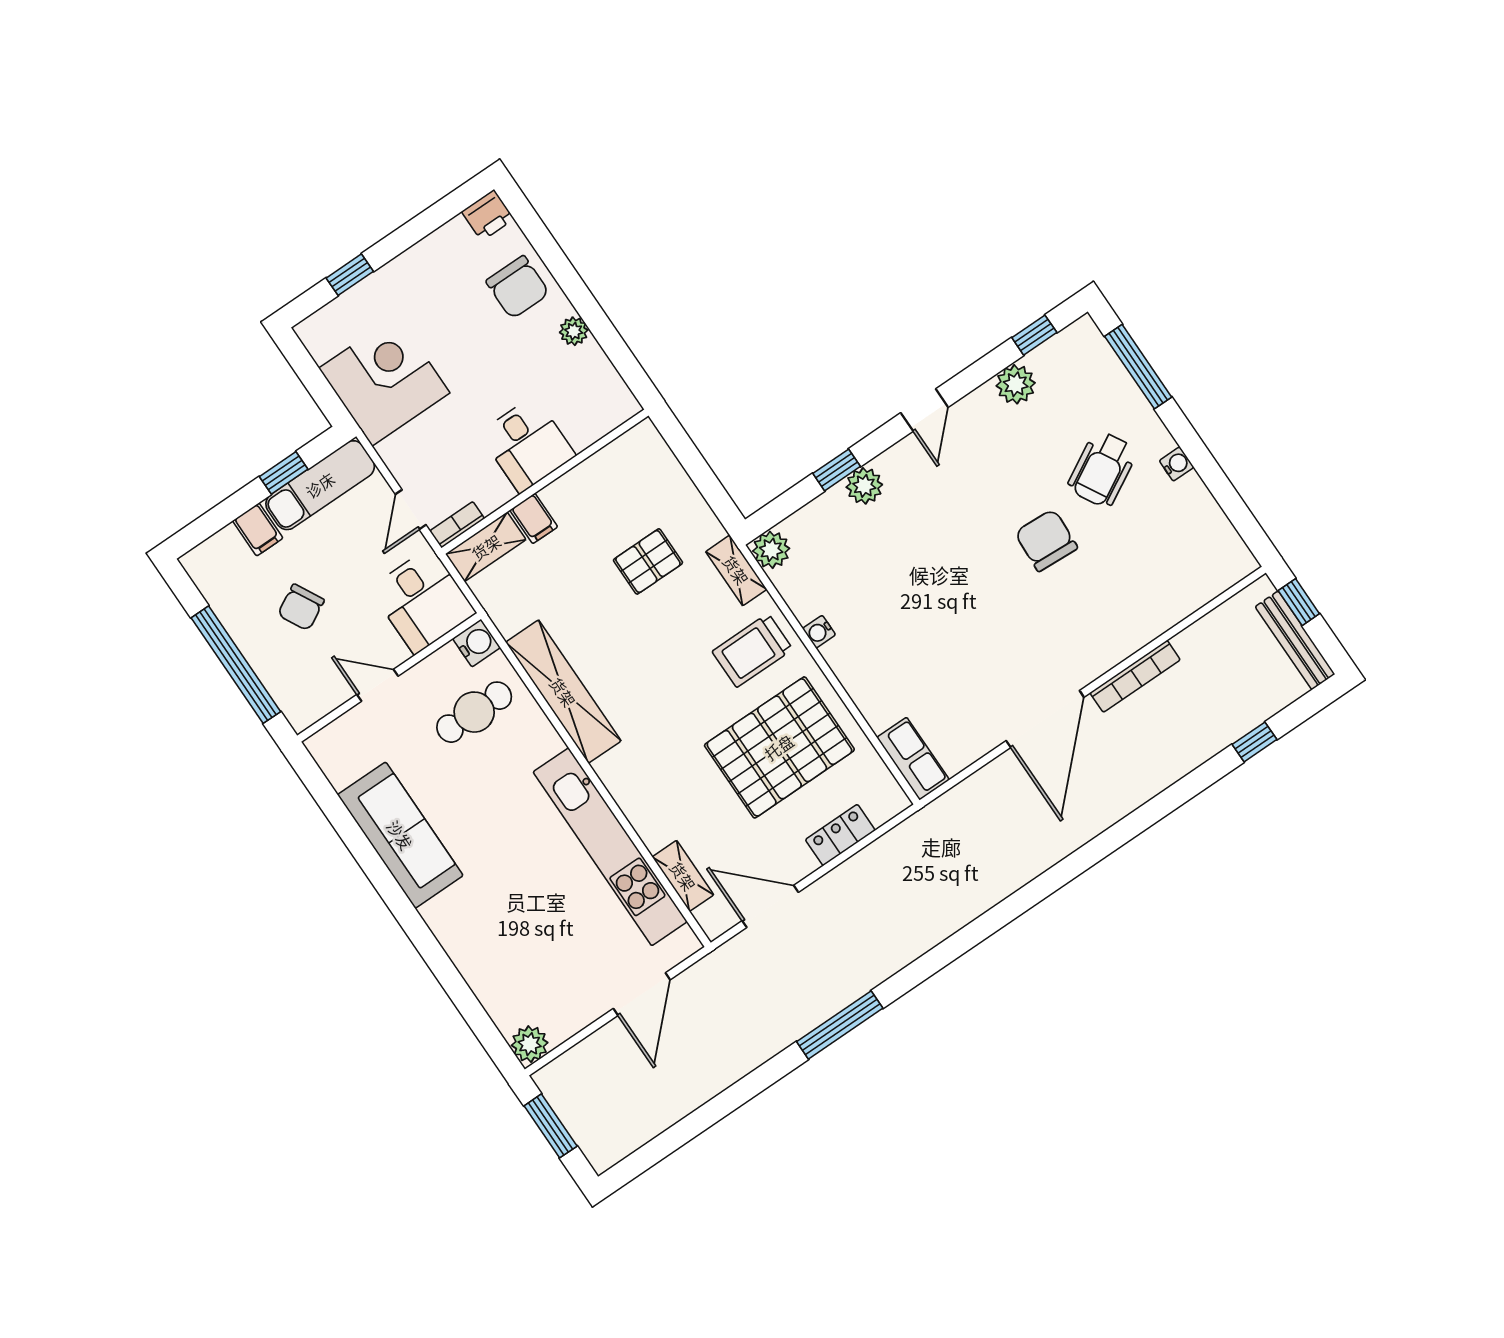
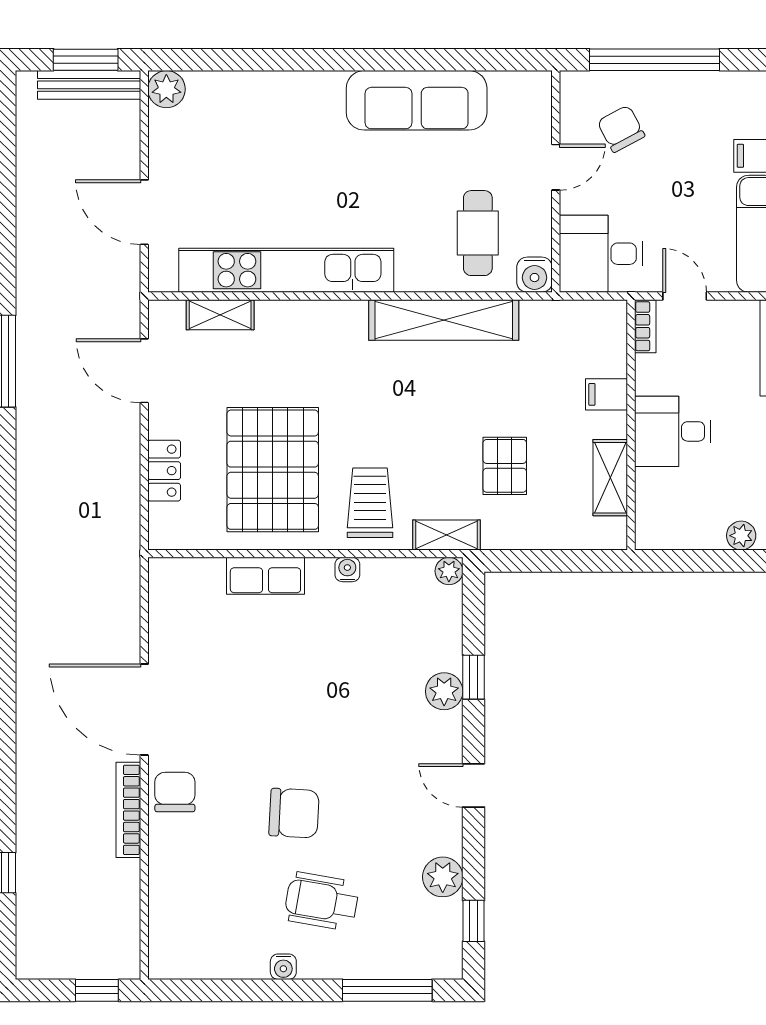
wheelchair: (1102, 469) -> (322, 901), turned -51
shelving: (486, 547) -> (610, 478), moved
plant: (771, 550) -> (449, 571), width x0.73, depth x0.73
chair: (301, 607) -> (621, 129), moved
bench: (1295, 640) -> (89, 85), moved
chair: (1095, 648) -> (175, 792), added
row of seats: (913, 759) -> (265, 576), moved
door: (770, 906) -> (144, 371), swing flipped

